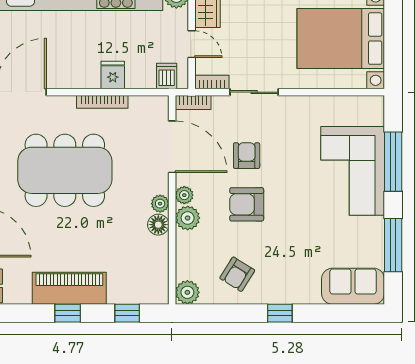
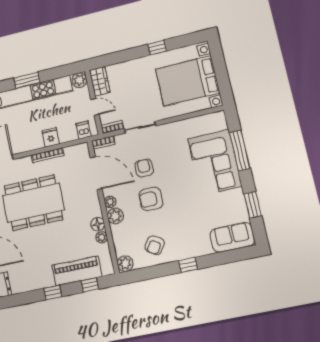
plant: (160, 204) -> (102, 237), moved
window: (393, 245) -> (253, 205), width x0.69
piano: (69, 288) -> (77, 271), moved

